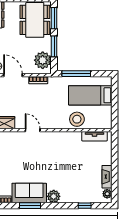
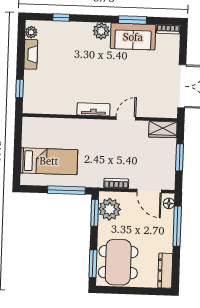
window: (54, 46) -> (95, 213), moved
stool: (77, 119) -> (67, 131), removed
door: (33, 130) -> (126, 118), swing flipped
tv unit: (94, 136) -> (93, 109), moved
window: (115, 150) -> (20, 88), added

